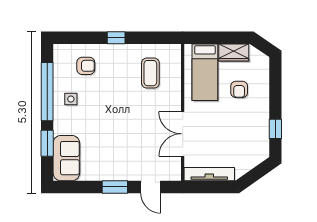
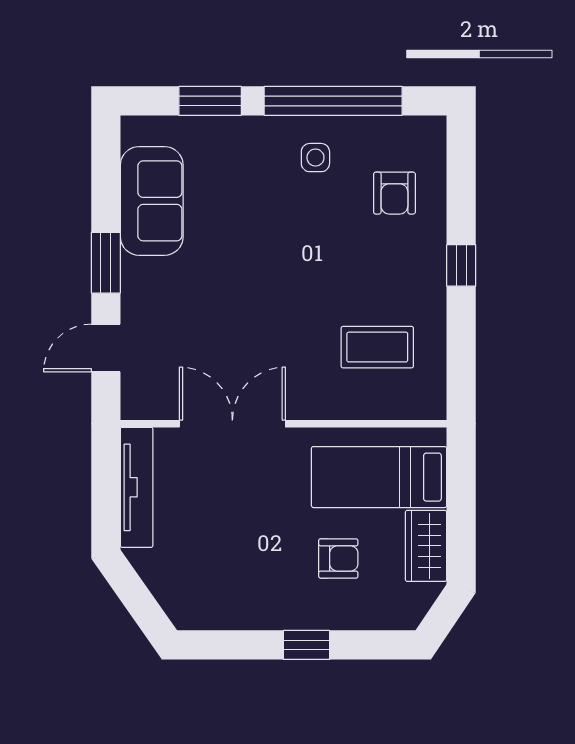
armchair: (239, 89) -> (338, 558), turned 180
window: (275, 129) -> (306, 645), moved
sofa: (66, 158) -> (152, 201), moved, turned -90

